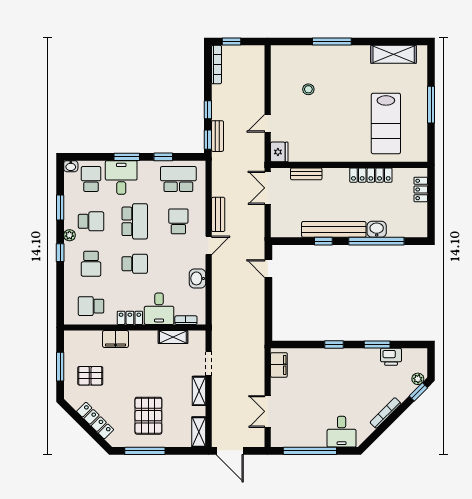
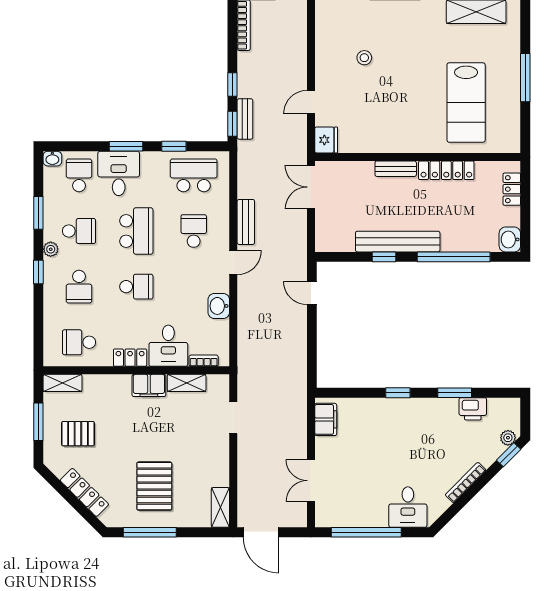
bench: (306, 174) -> (396, 169), moved
washbasin: (377, 229) -> (510, 239), moved, turned -90
filing cabinet: (116, 339) -> (149, 385), moved
shelving: (199, 391) -> (63, 383), moved, turned 90

